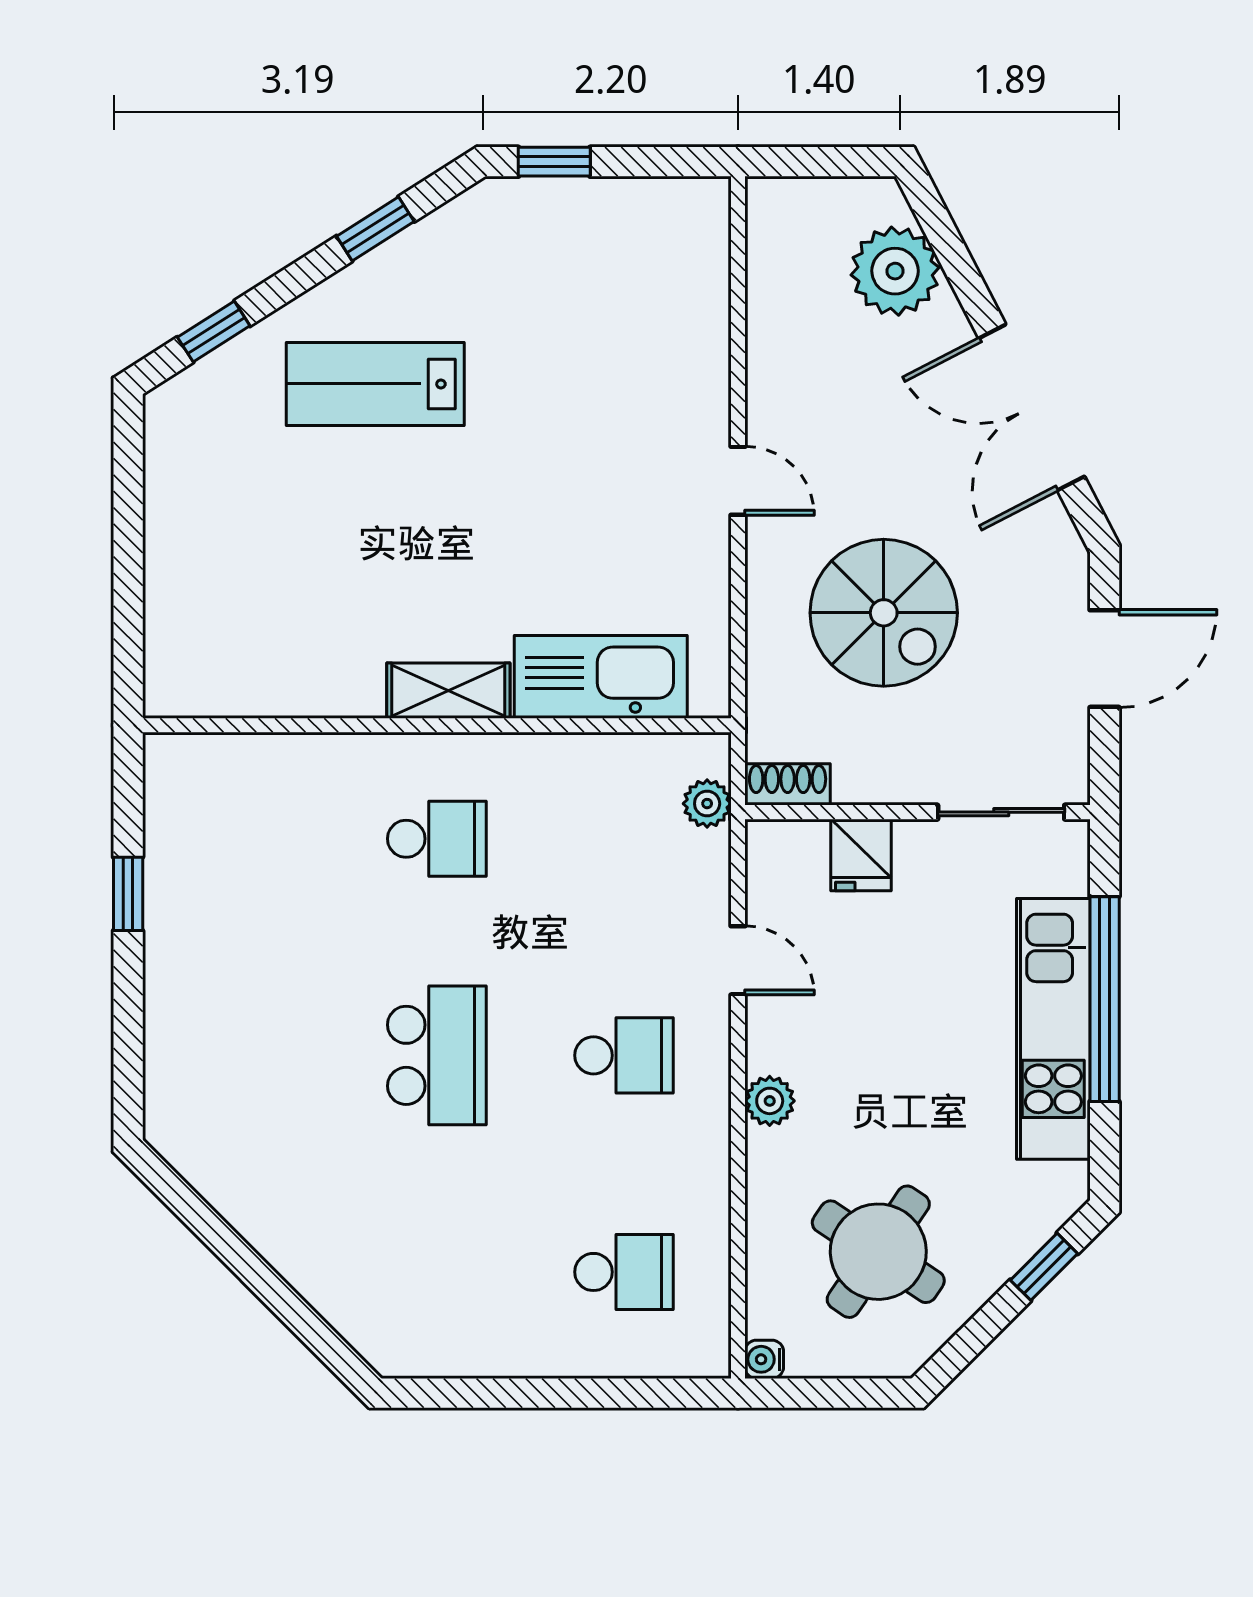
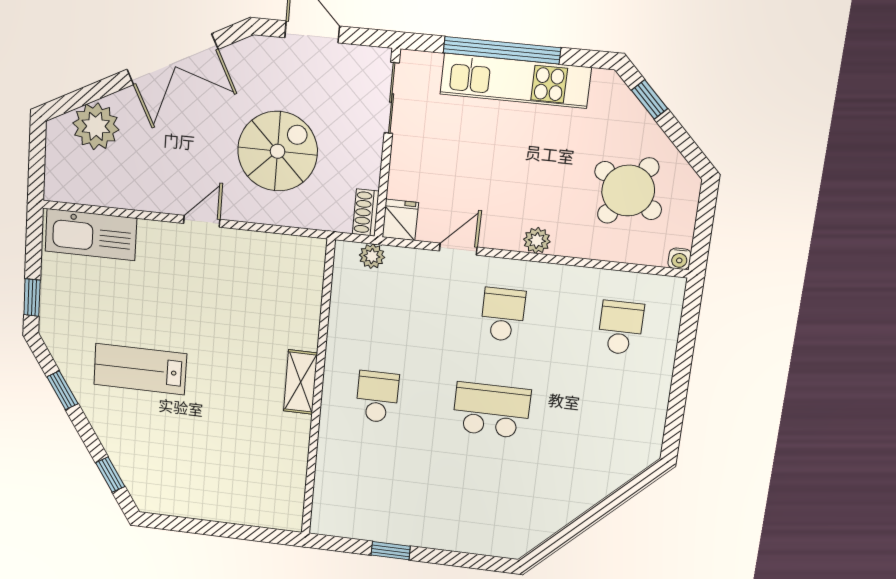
lab bench: (375, 384) -> (140, 369), moved, turned 90
kitchen sink: (601, 677) -> (91, 235), moved, turned -90
fridge: (861, 855) -> (400, 220), moved, turned -90

